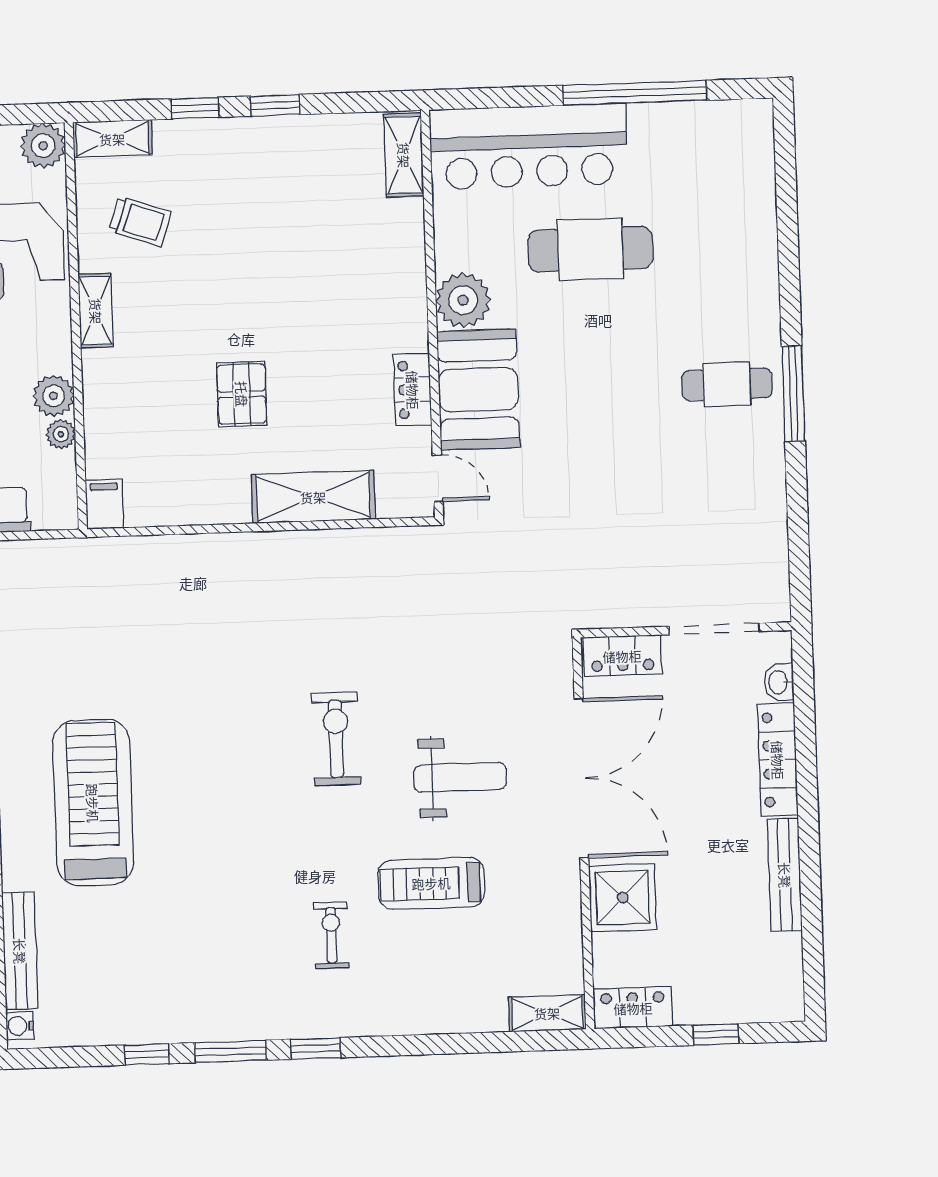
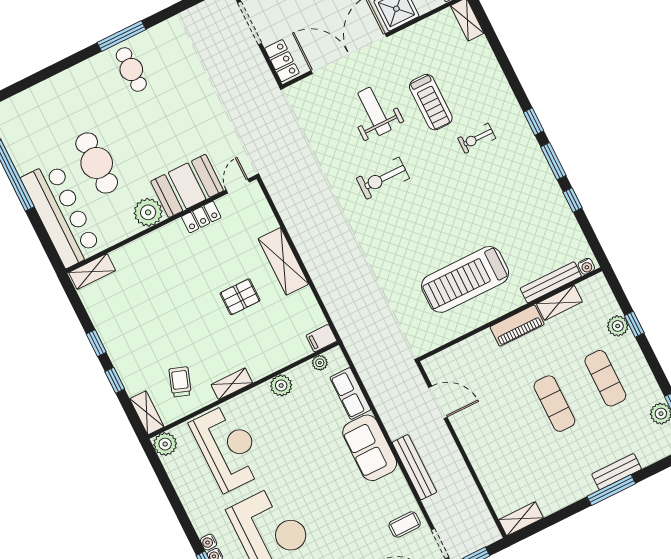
plant: (61, 434) -> (320, 363), moved
shelving: (313, 497) -> (283, 261), moved

